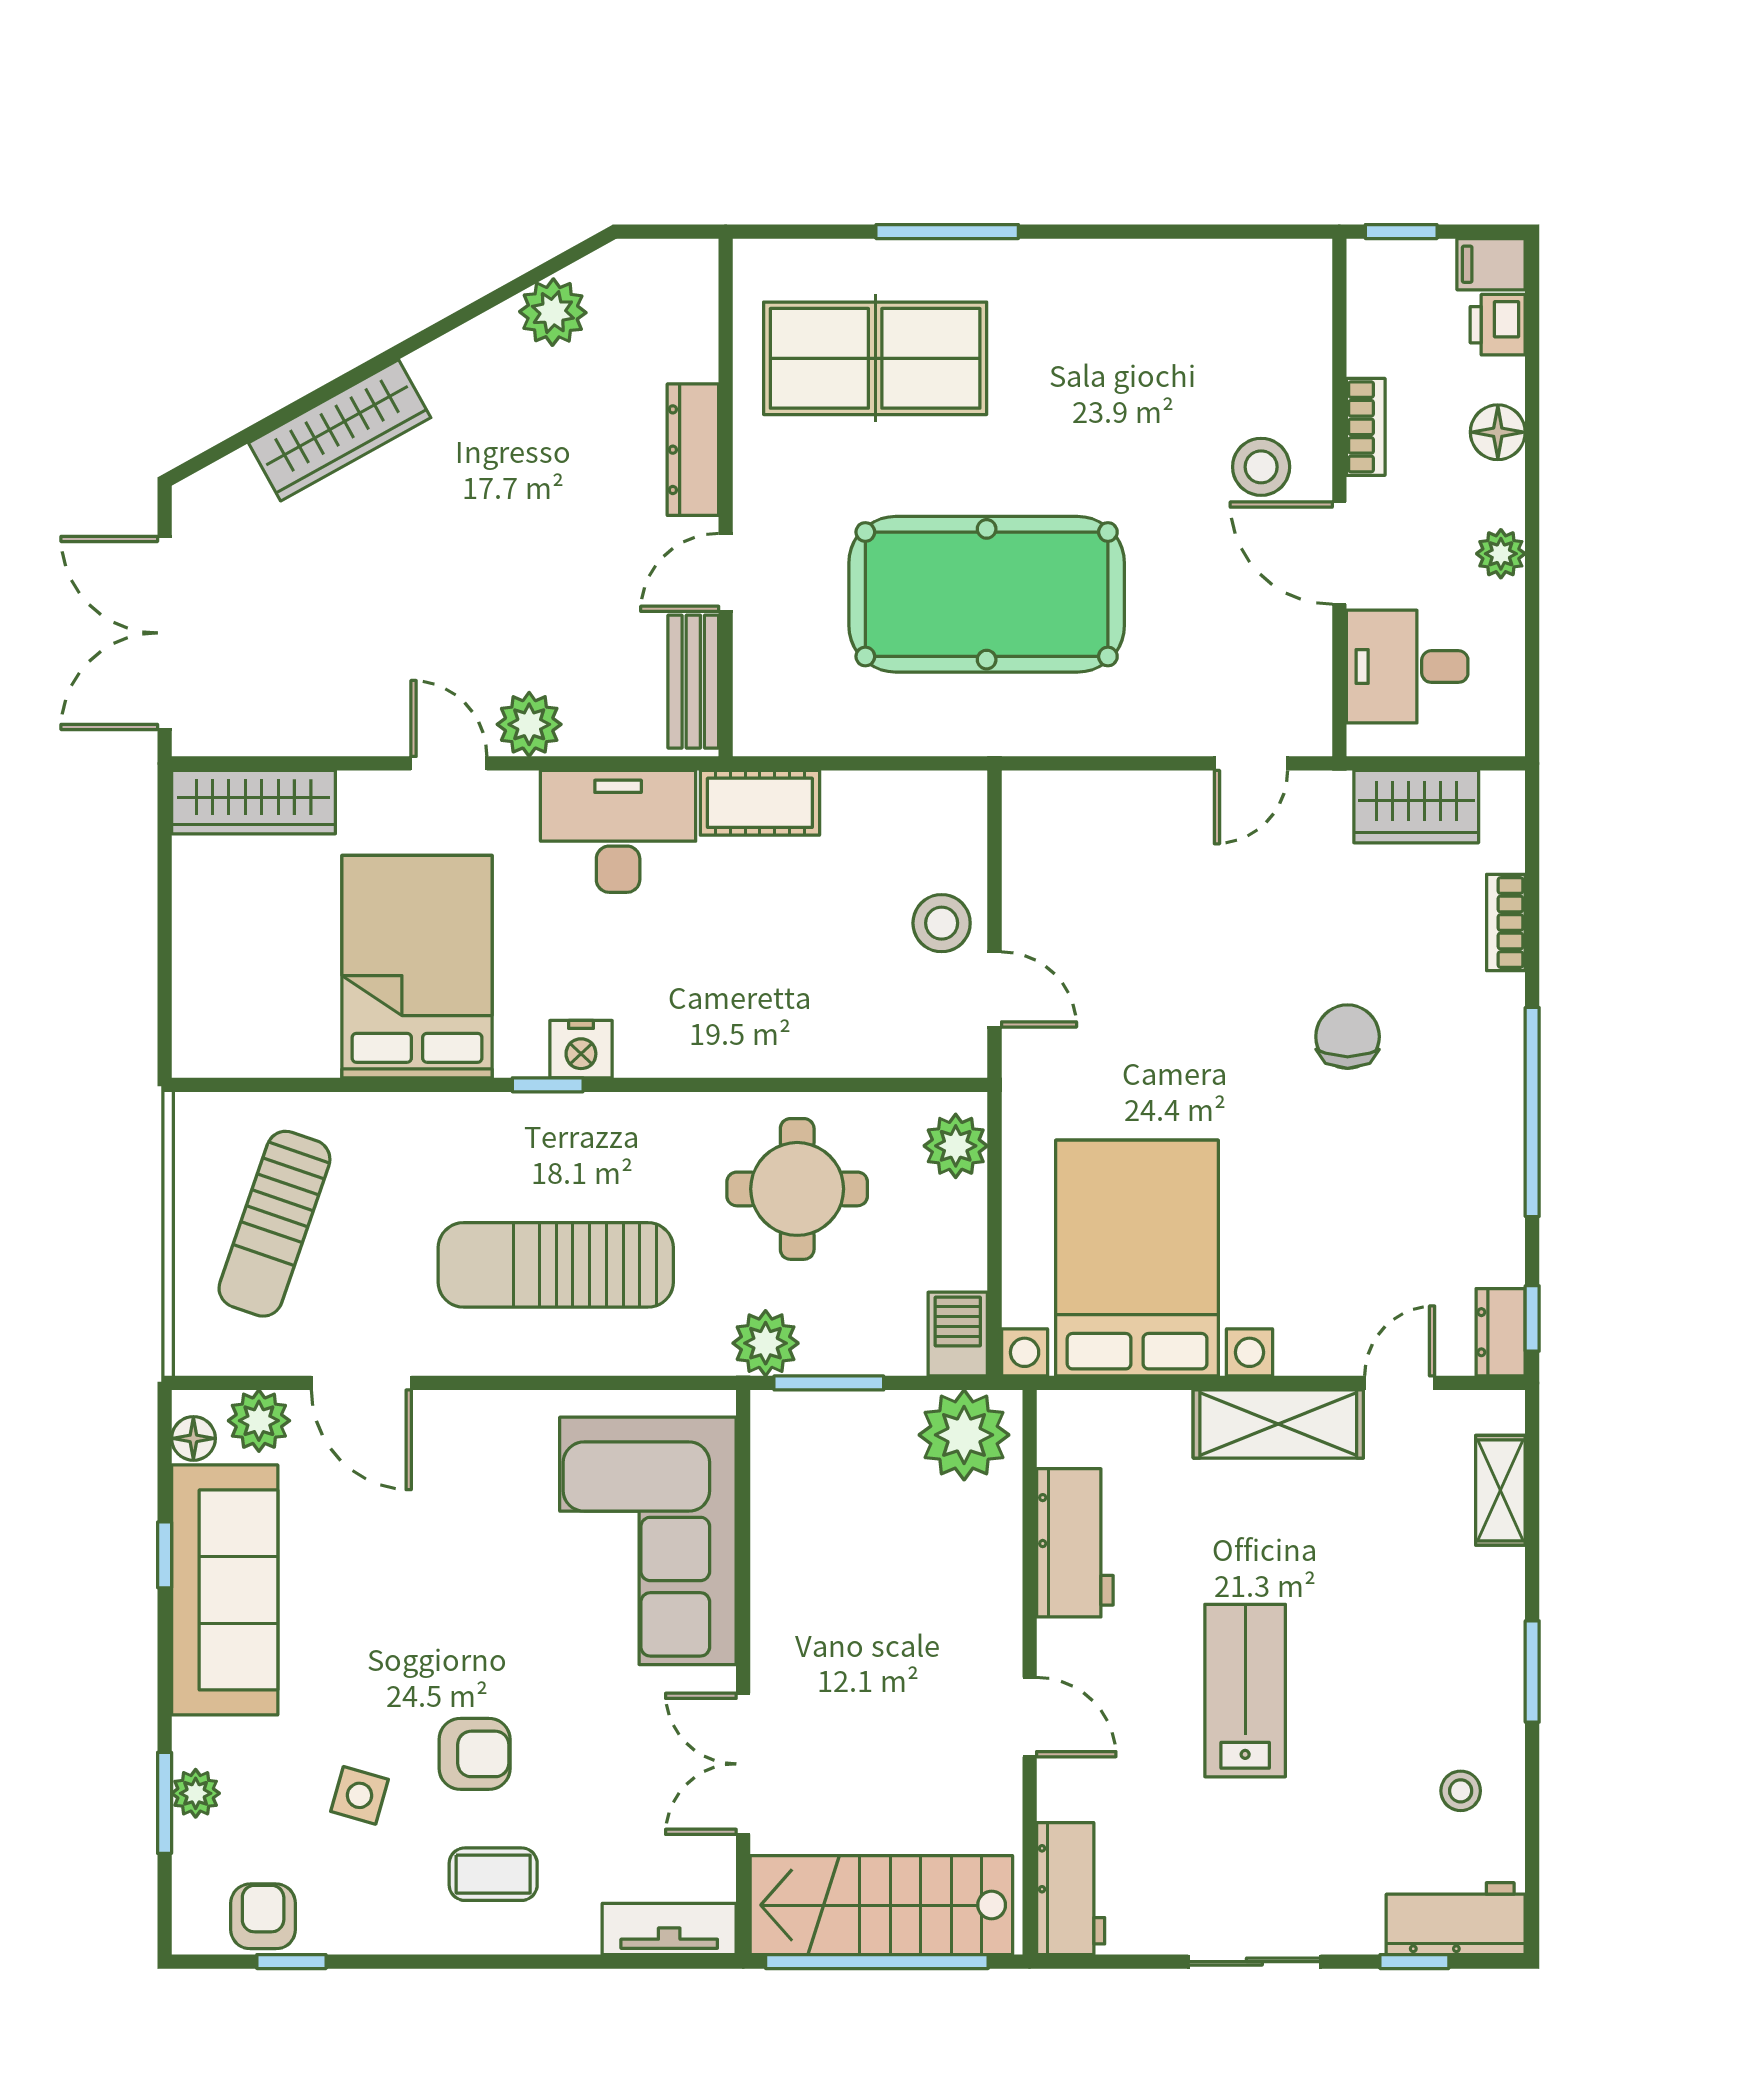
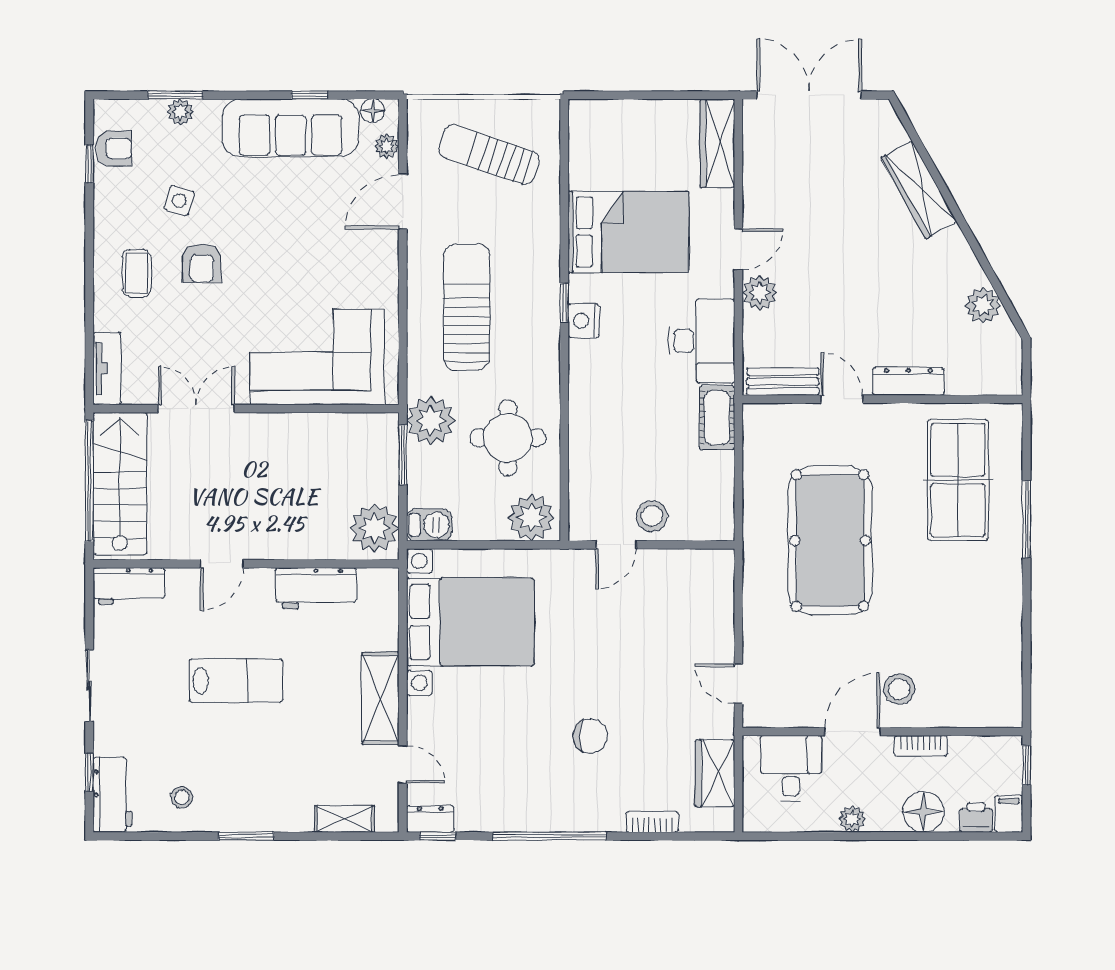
floor lamp: (1498, 432) -> (923, 812), width x1.38, depth x1.38
plant: (956, 1146) -> (531, 517), width x1.36, depth x1.36
plant: (766, 1343) -> (431, 421), width x1.36, depth x1.36
plant: (259, 1421) -> (387, 146), width x0.73, depth x0.73

